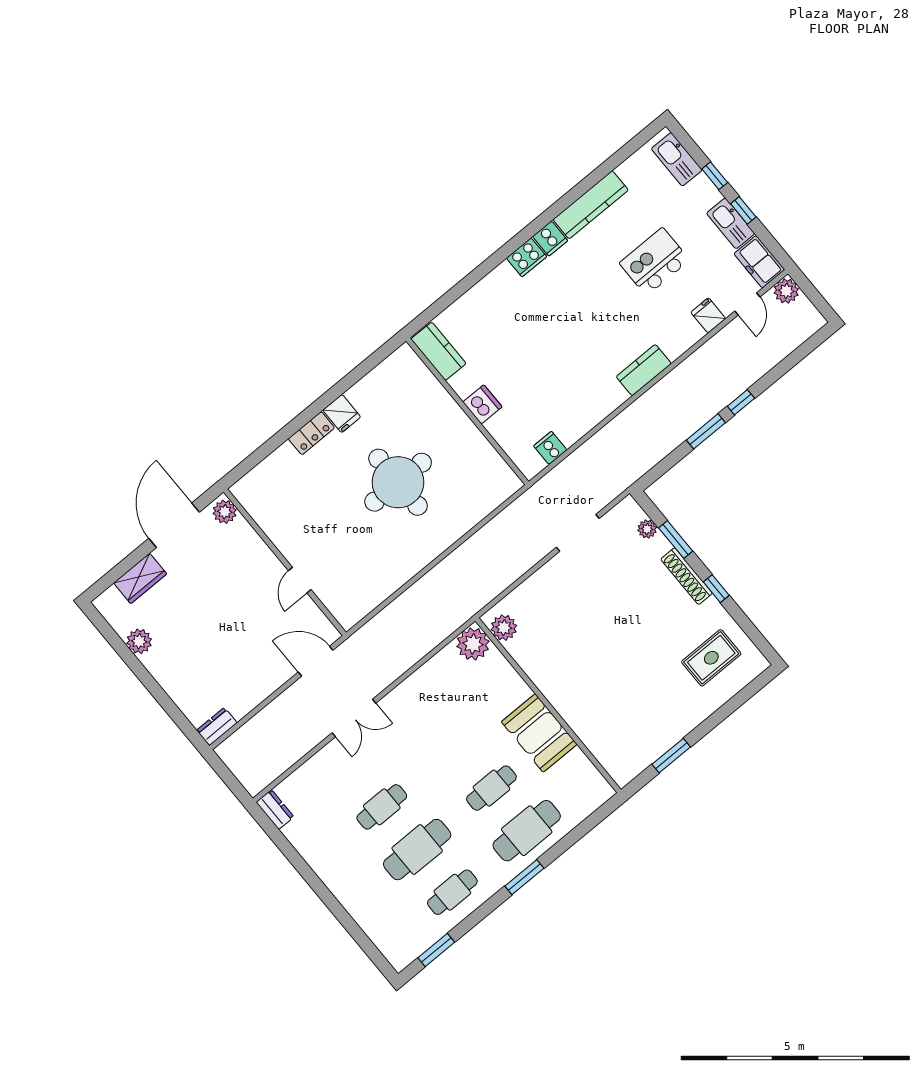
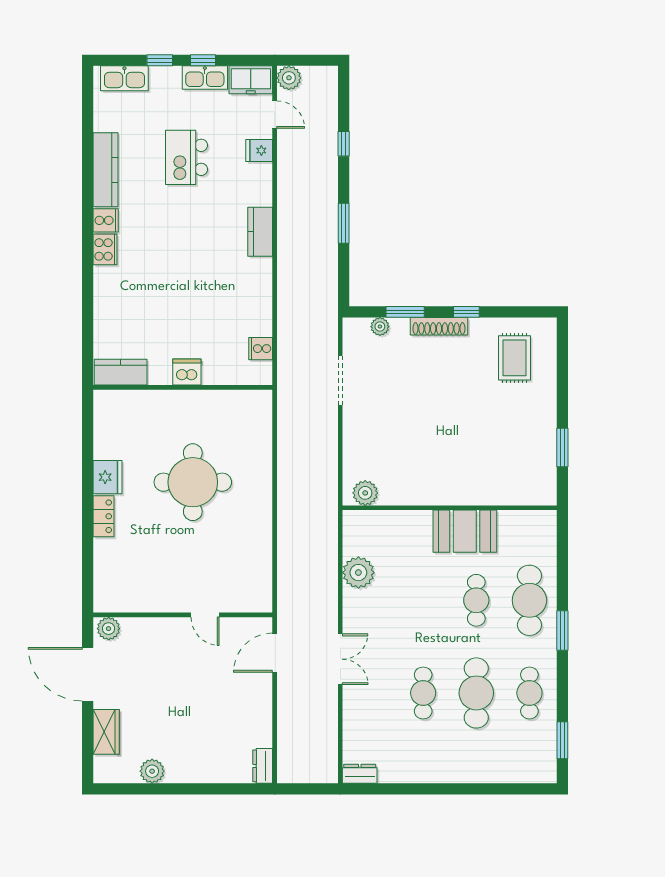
window: (741, 402) -> (344, 144), moved
fridge: (342, 413) -> (107, 477), width x1.38
plant: (473, 644) -> (358, 573), moved

